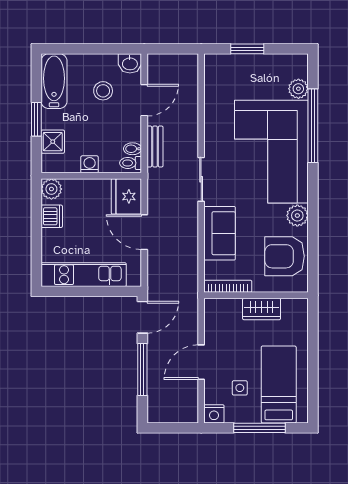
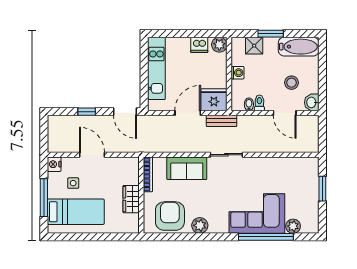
bench: (155, 147) -> (221, 121), moved
corner sofa: (271, 152) -> (257, 214), width x0.73, depth x0.74
toilet: (131, 163) -> (259, 103), moved
window: (142, 369) -> (87, 112), width x0.46

